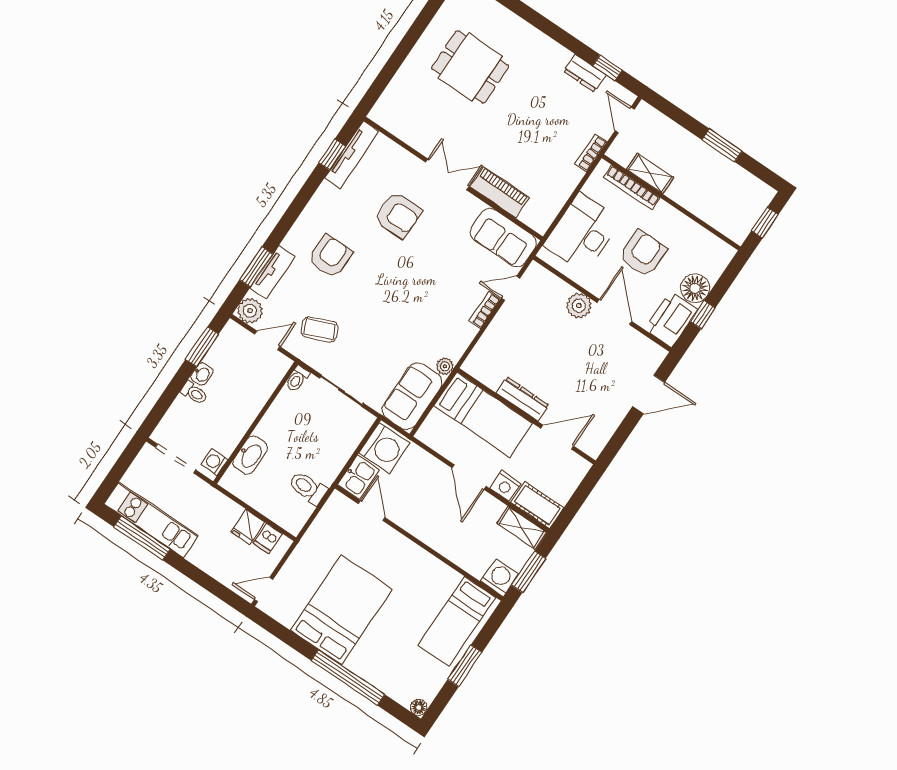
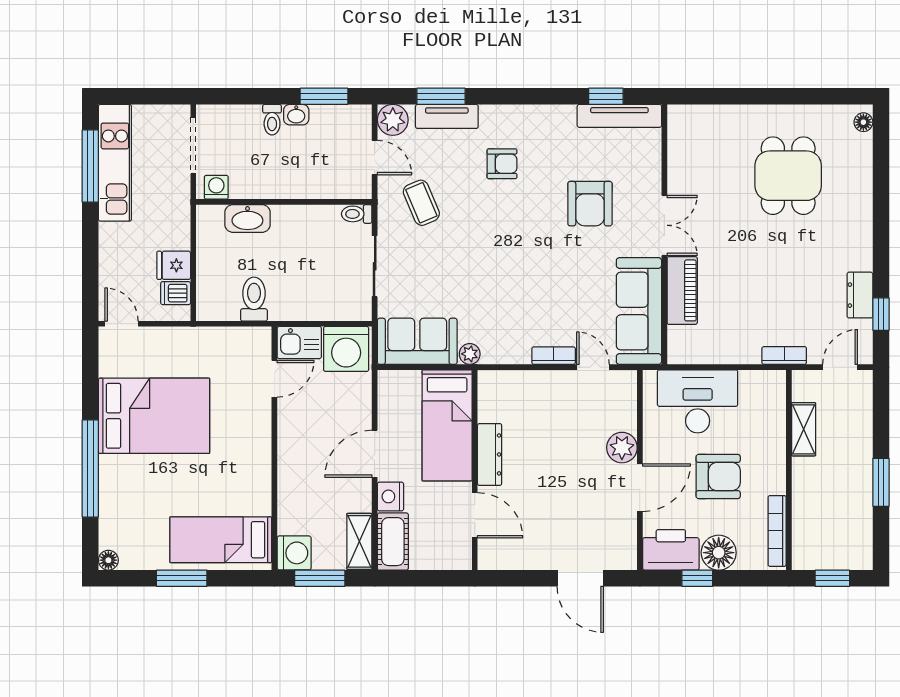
bookcase: (632, 187) -> (777, 531), moved
sofa: (503, 238) -> (639, 311), width x1.36
armchair: (330, 256) -> (502, 164), width x0.72, depth x0.72

